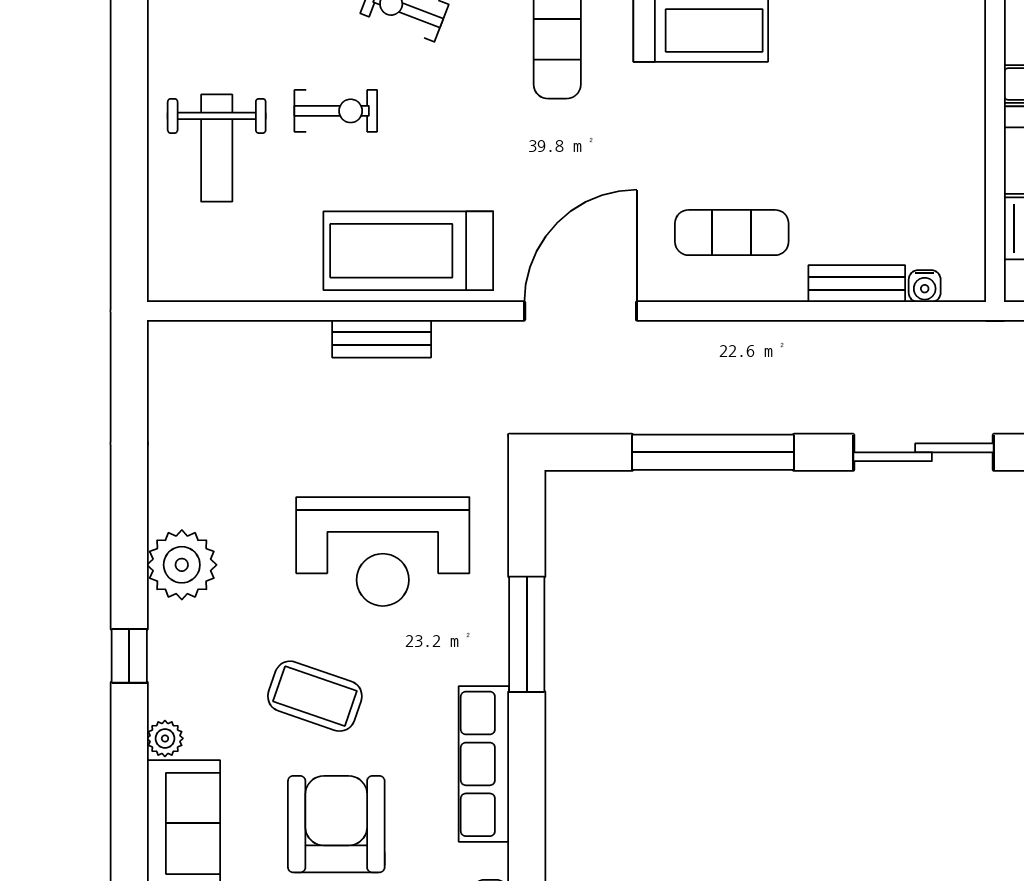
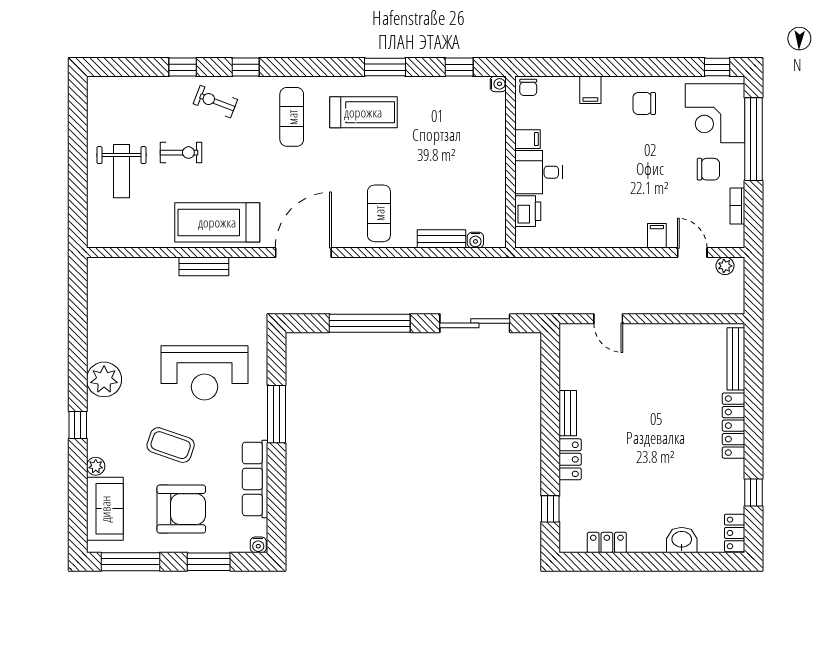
exercise mat: (732, 233) -> (379, 213), turned 90
armchair: (336, 824) -> (181, 509), turned 90

